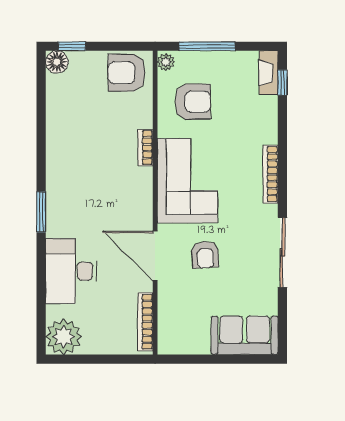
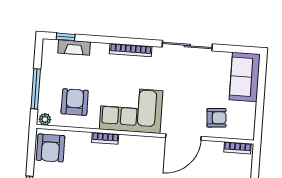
fireplace: (269, 73) -> (74, 47), moved
armchair: (205, 255) -> (217, 118), moved
bookcase: (145, 322) -> (238, 148), width x0.64

